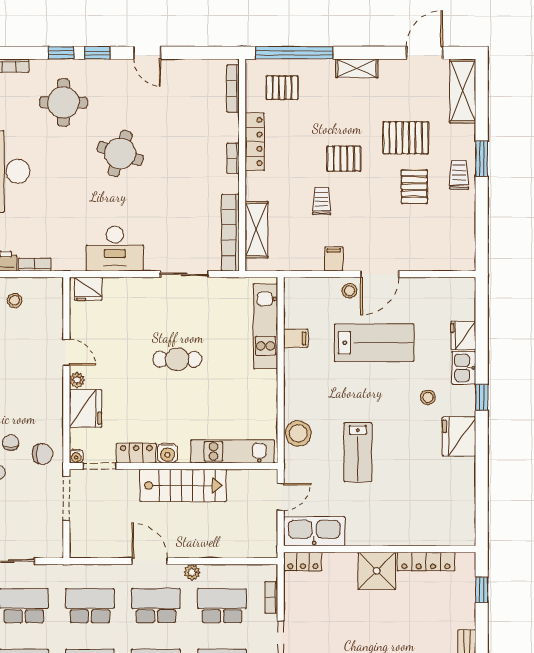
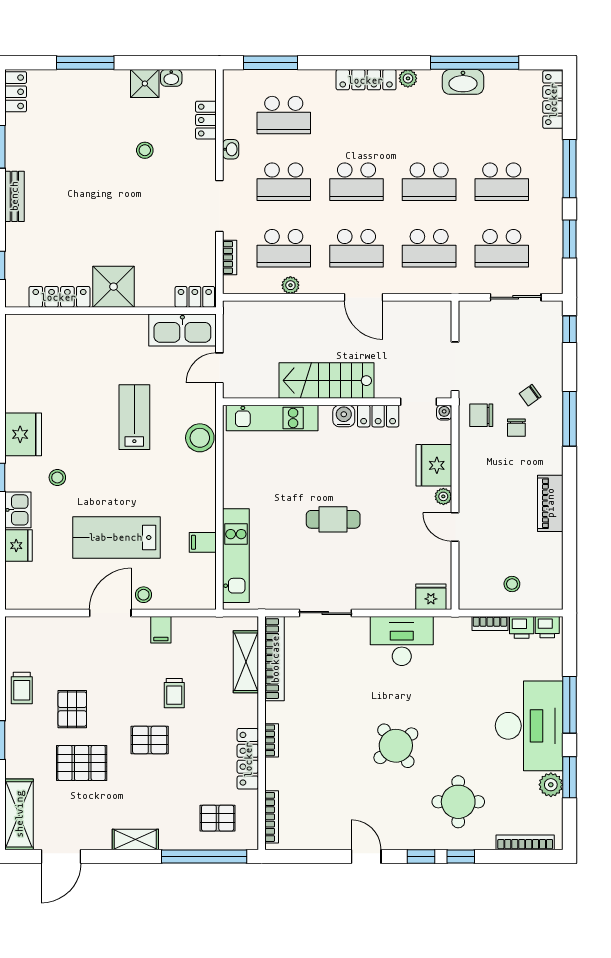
round table: (120, 153) -> (396, 746), turned 34
trolley: (459, 175) -> (22, 688), moved
plant: (192, 572) -> (290, 285), moved

